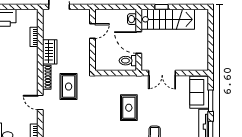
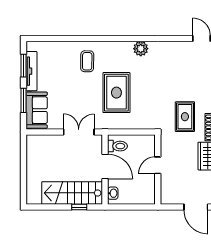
door: (92, 31) -> (158, 165), moved
rug: (129, 108) -> (116, 93), width x1.36, depth x1.43

